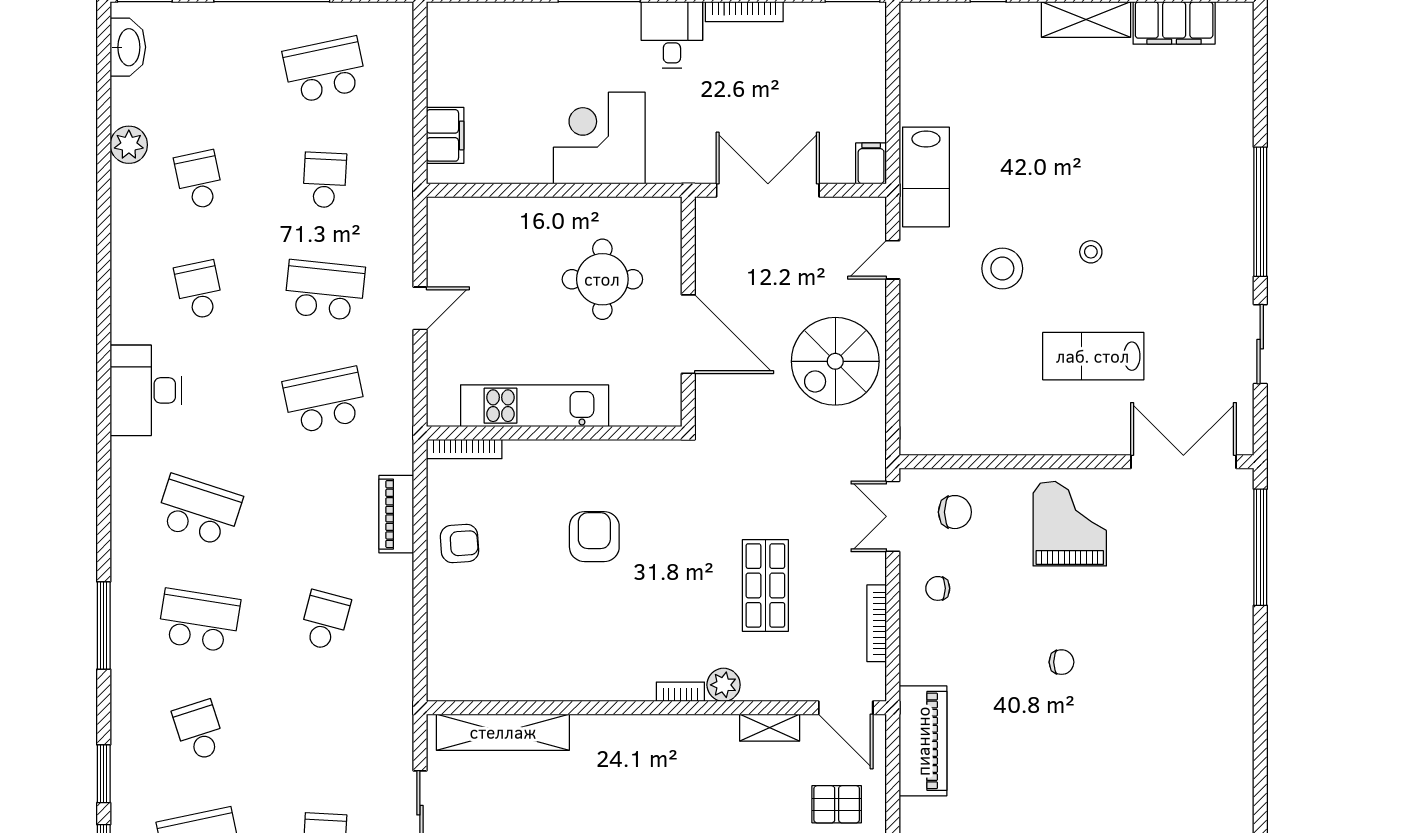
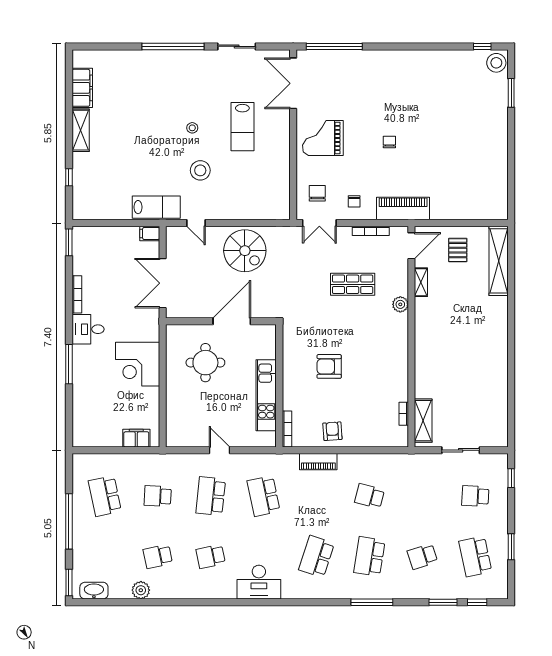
bookcase: (680, 692) -> (404, 414), moved
shelving: (503, 732) -> (423, 421), width x0.68
piano: (923, 741) -> (403, 208), moved

